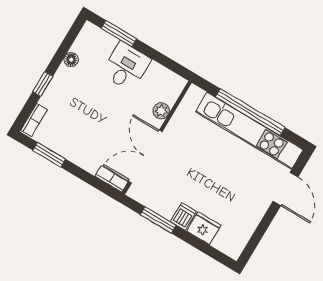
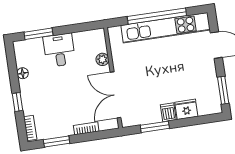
bookcase: (111, 179) -> (86, 128), moved
window: (255, 239) -> (223, 90), added

